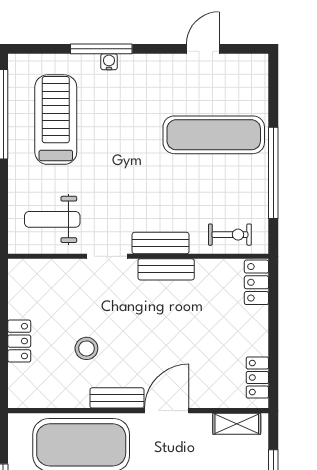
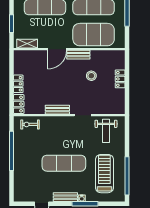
treadmill: (56, 120) -> (104, 174), turned 180
exercise mat: (214, 135) -> (64, 163), moved
weight bench: (52, 219) -> (106, 131), turned 90
bench: (161, 243) -> (65, 197), moved
locker: (257, 378) -> (18, 84), moved

